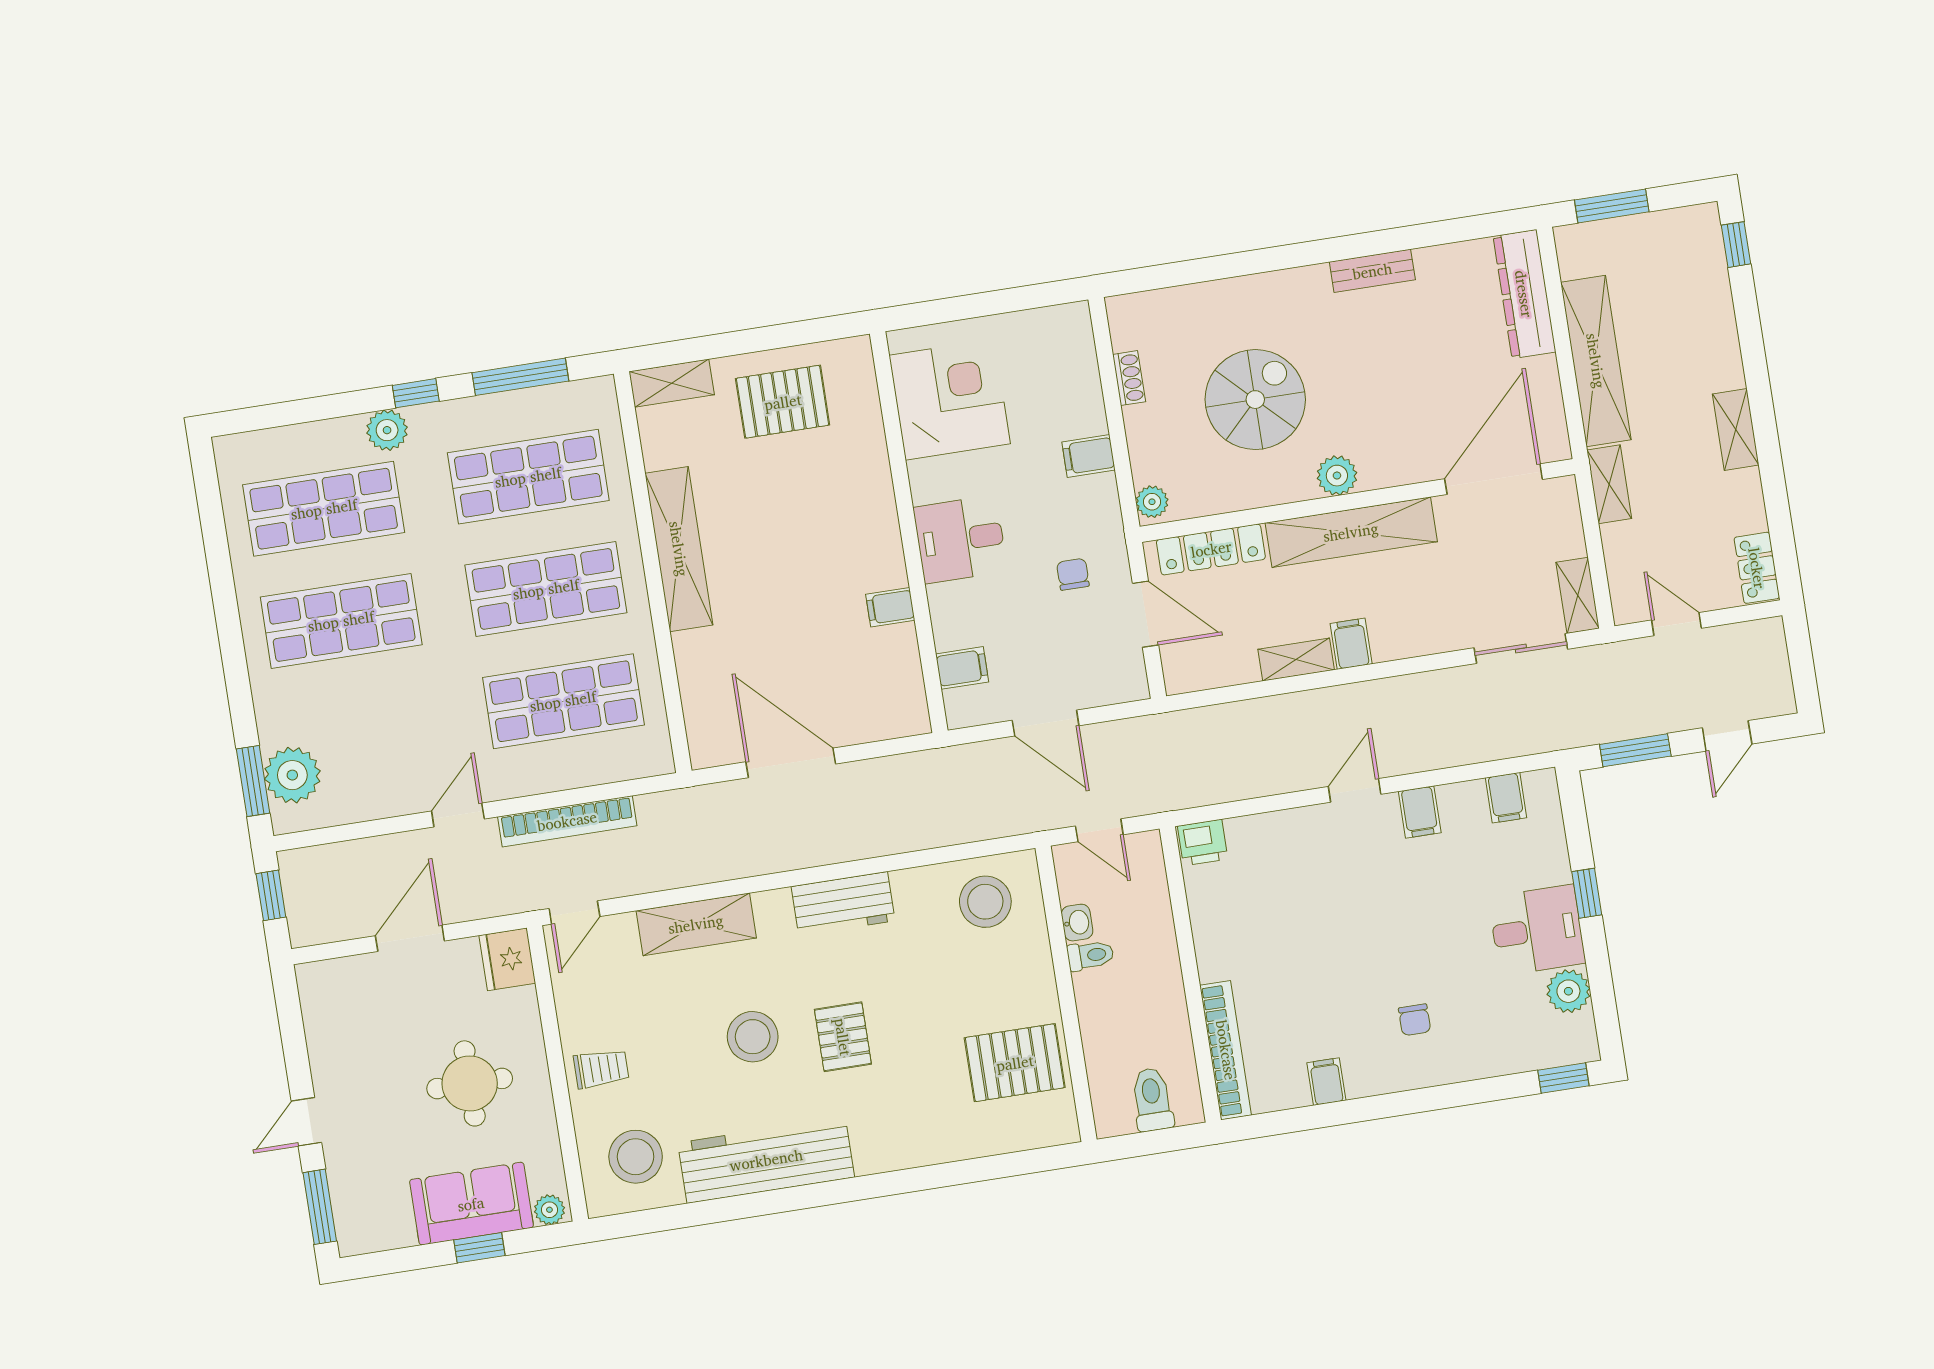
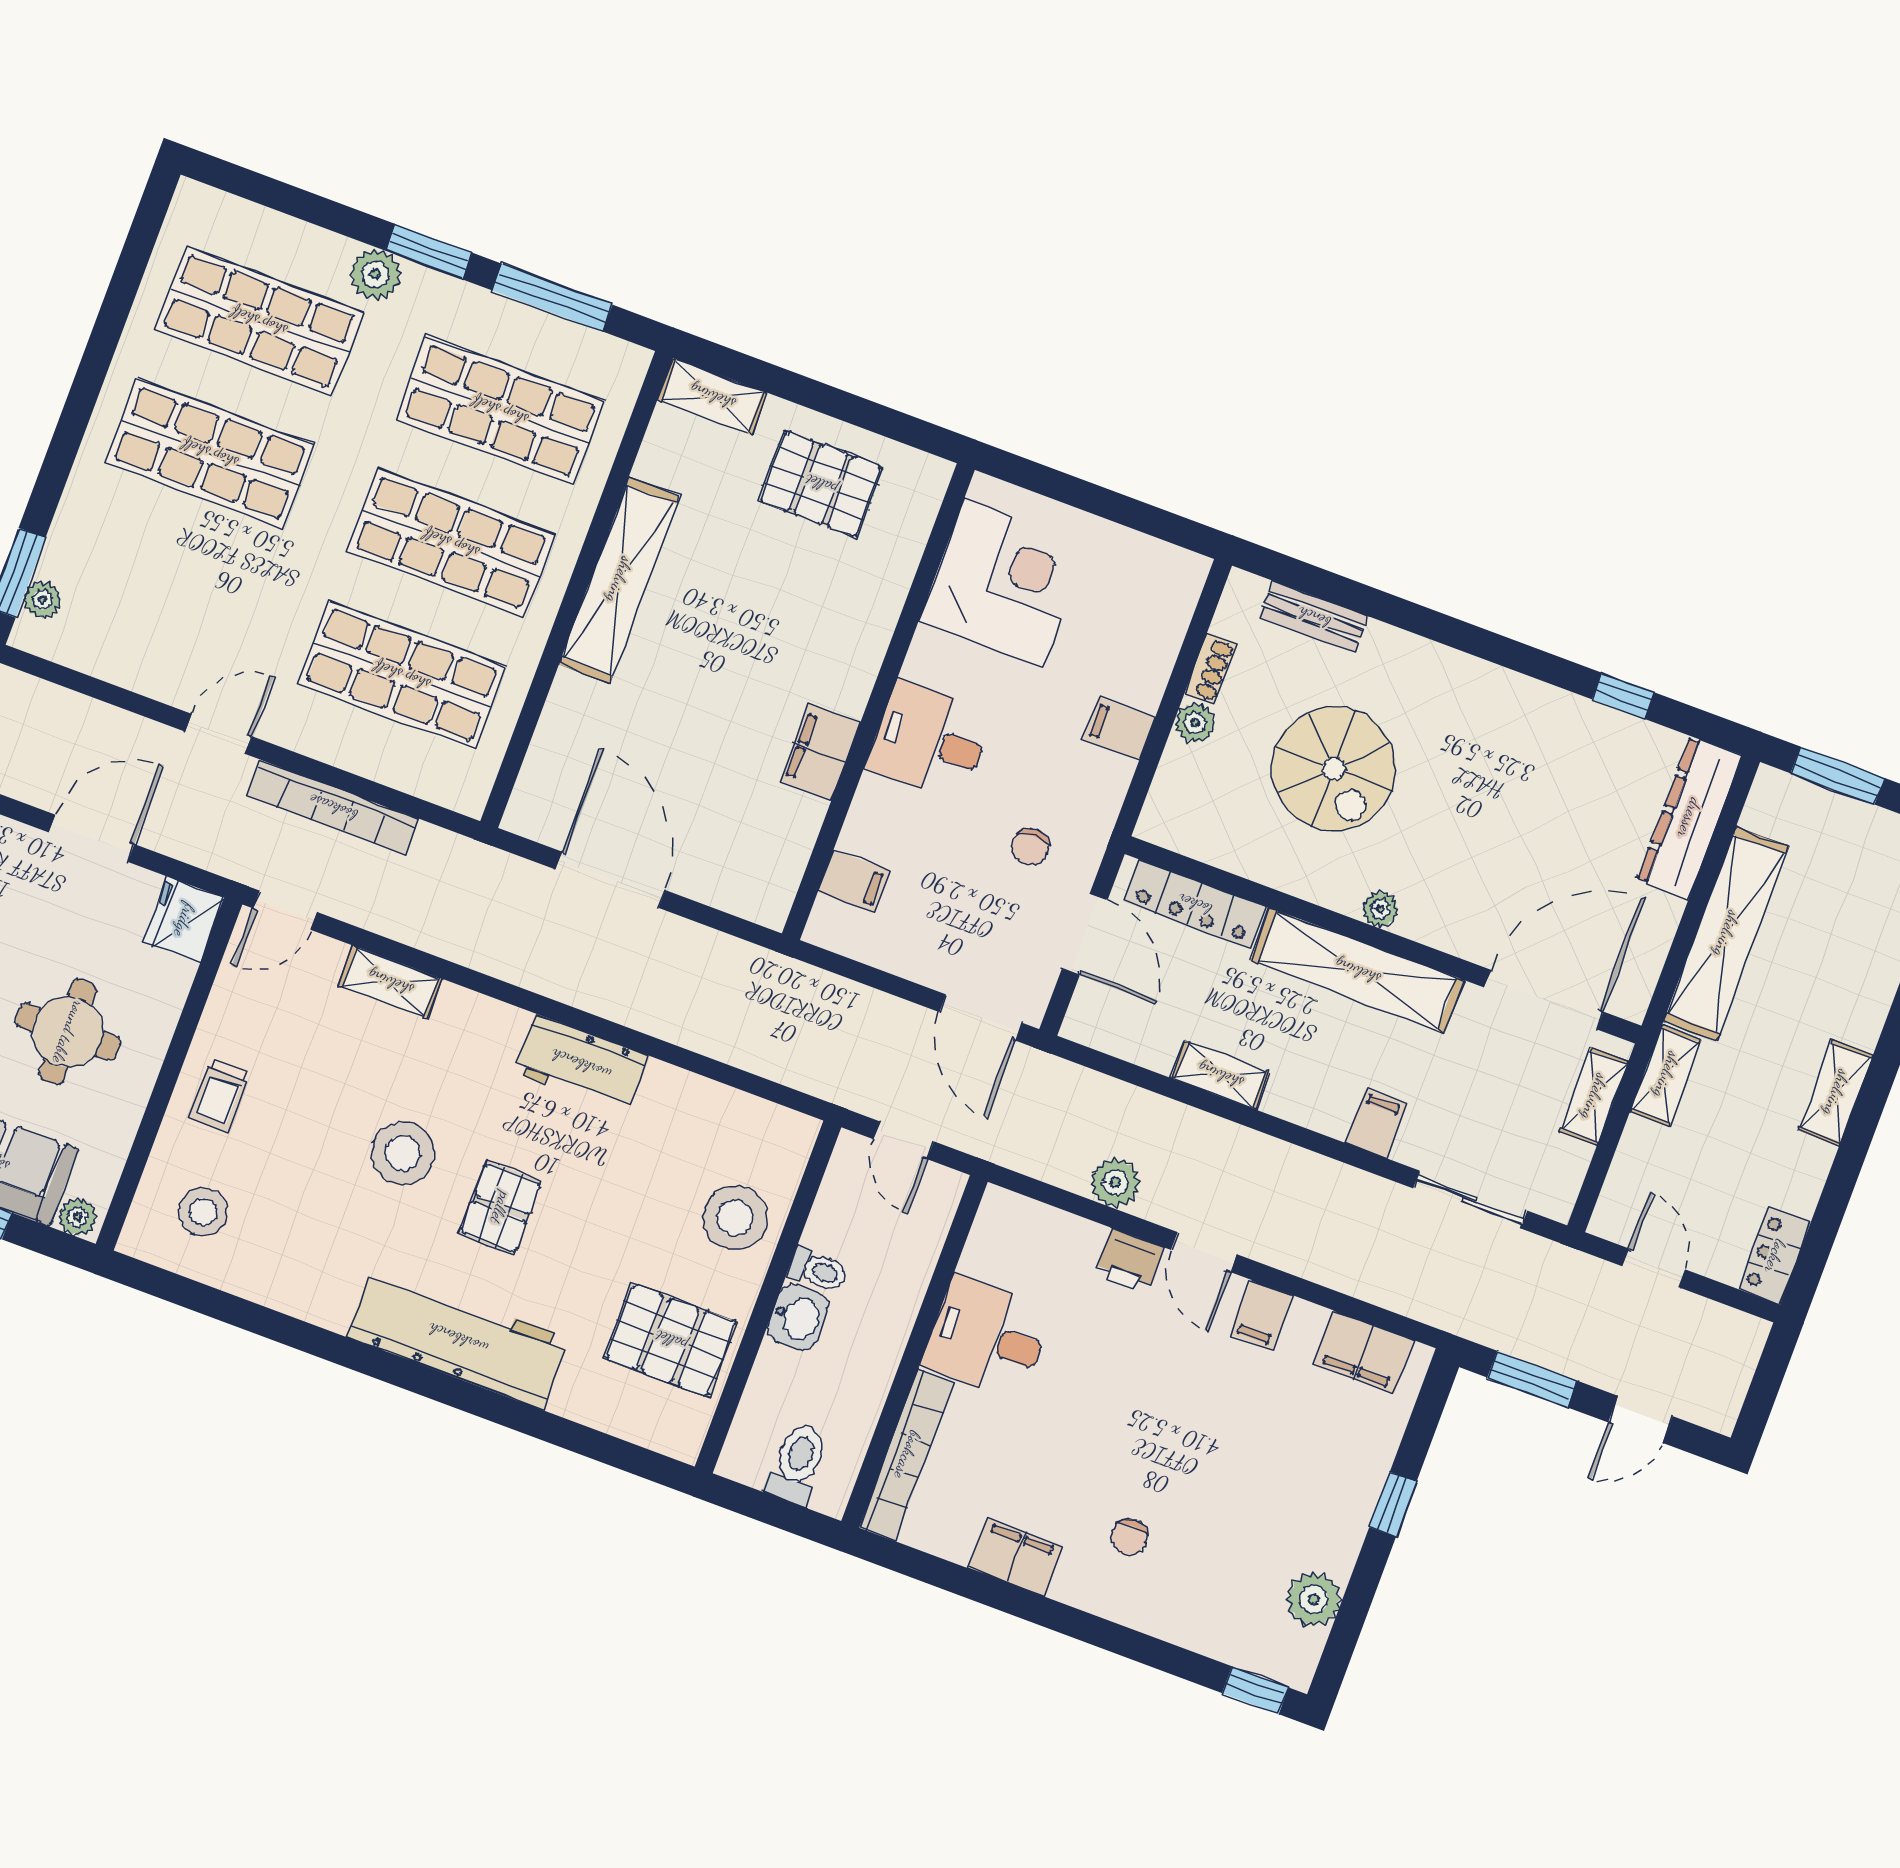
window: (1430, 234) -> (1623, 696), added
bench: (1372, 271) -> (1314, 617), moved
window: (416, 393) -> (429, 252), width x1.50
spiral stairs: (1255, 400) -> (1334, 769), turned 90
plant: (1337, 476) -> (1380, 909), width x0.73, depth x0.73
plant: (1152, 502) -> (1195, 723), moved
chair: (1073, 574) -> (1030, 847), turned 180
shelving: (1578, 595) -> (1594, 1097), moved
filing cabinet: (890, 607) -> (820, 752), width x2.00
filing cabinet: (1351, 644) -> (1376, 1123), moved
door: (1046, 723) -> (981, 1017), moved
plant: (292, 775) -> (42, 600), width x0.53, depth x0.53
plant: (1265, 777) -> (1115, 1183), added
door: (1355, 790) -> (1204, 1252), swing flipped
filing cabinet: (1506, 798) -> (1363, 1352), width x2.00
printer: (1203, 842) -> (1129, 1261), moved
stool: (985, 902) -> (735, 1218), moved
washbasin: (1077, 923) -> (798, 1318), moved, width x1.38, depth x1.45
shelving: (696, 924) -> (390, 982), width x0.67, depth x0.75
desk: (1537, 930) -> (987, 1337), moved, turned 180
trolley: (601, 1069) -> (219, 1096), turned 90
filing cabinet: (1326, 1082) -> (1016, 1557), width x2.00
stool: (636, 1157) -> (203, 1212), width x0.73, depth x0.73
workbench: (766, 1160) -> (458, 1338), moved

